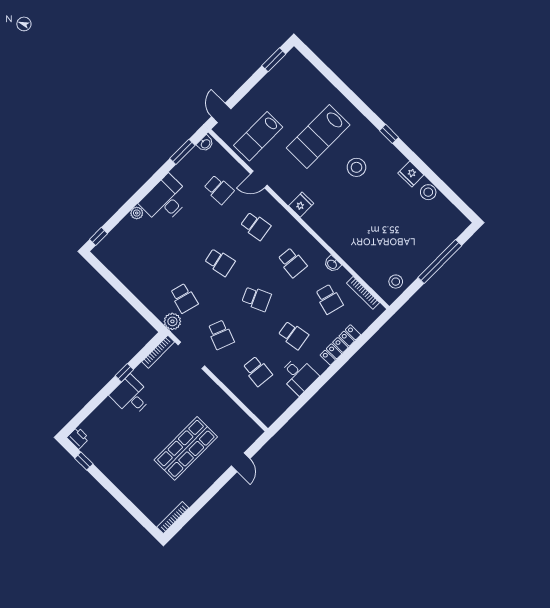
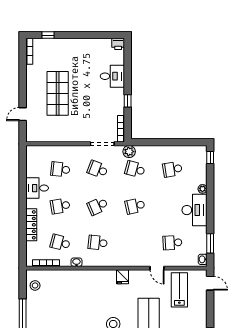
door: (259, 180) -> (157, 268), swing flipped
school desk: (256, 226) -> (172, 169), moved
desk: (131, 396) -> (112, 76), moved
window: (84, 461) -> (48, 35), moved
door: (241, 462) -> (23, 114), hinge flipped

